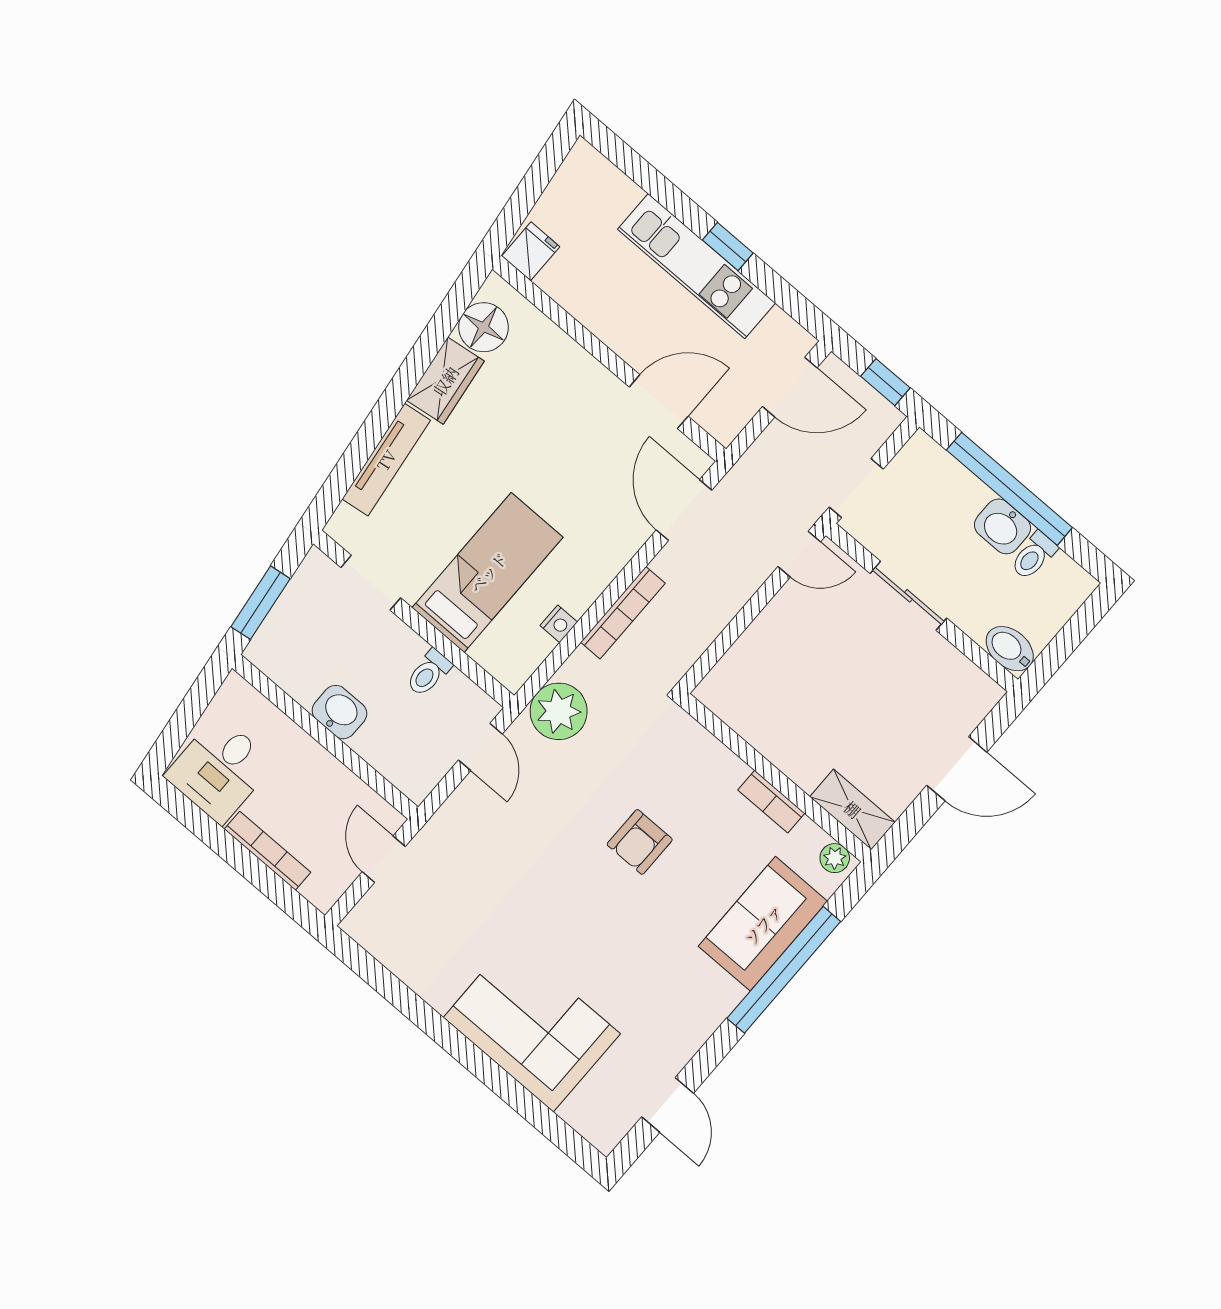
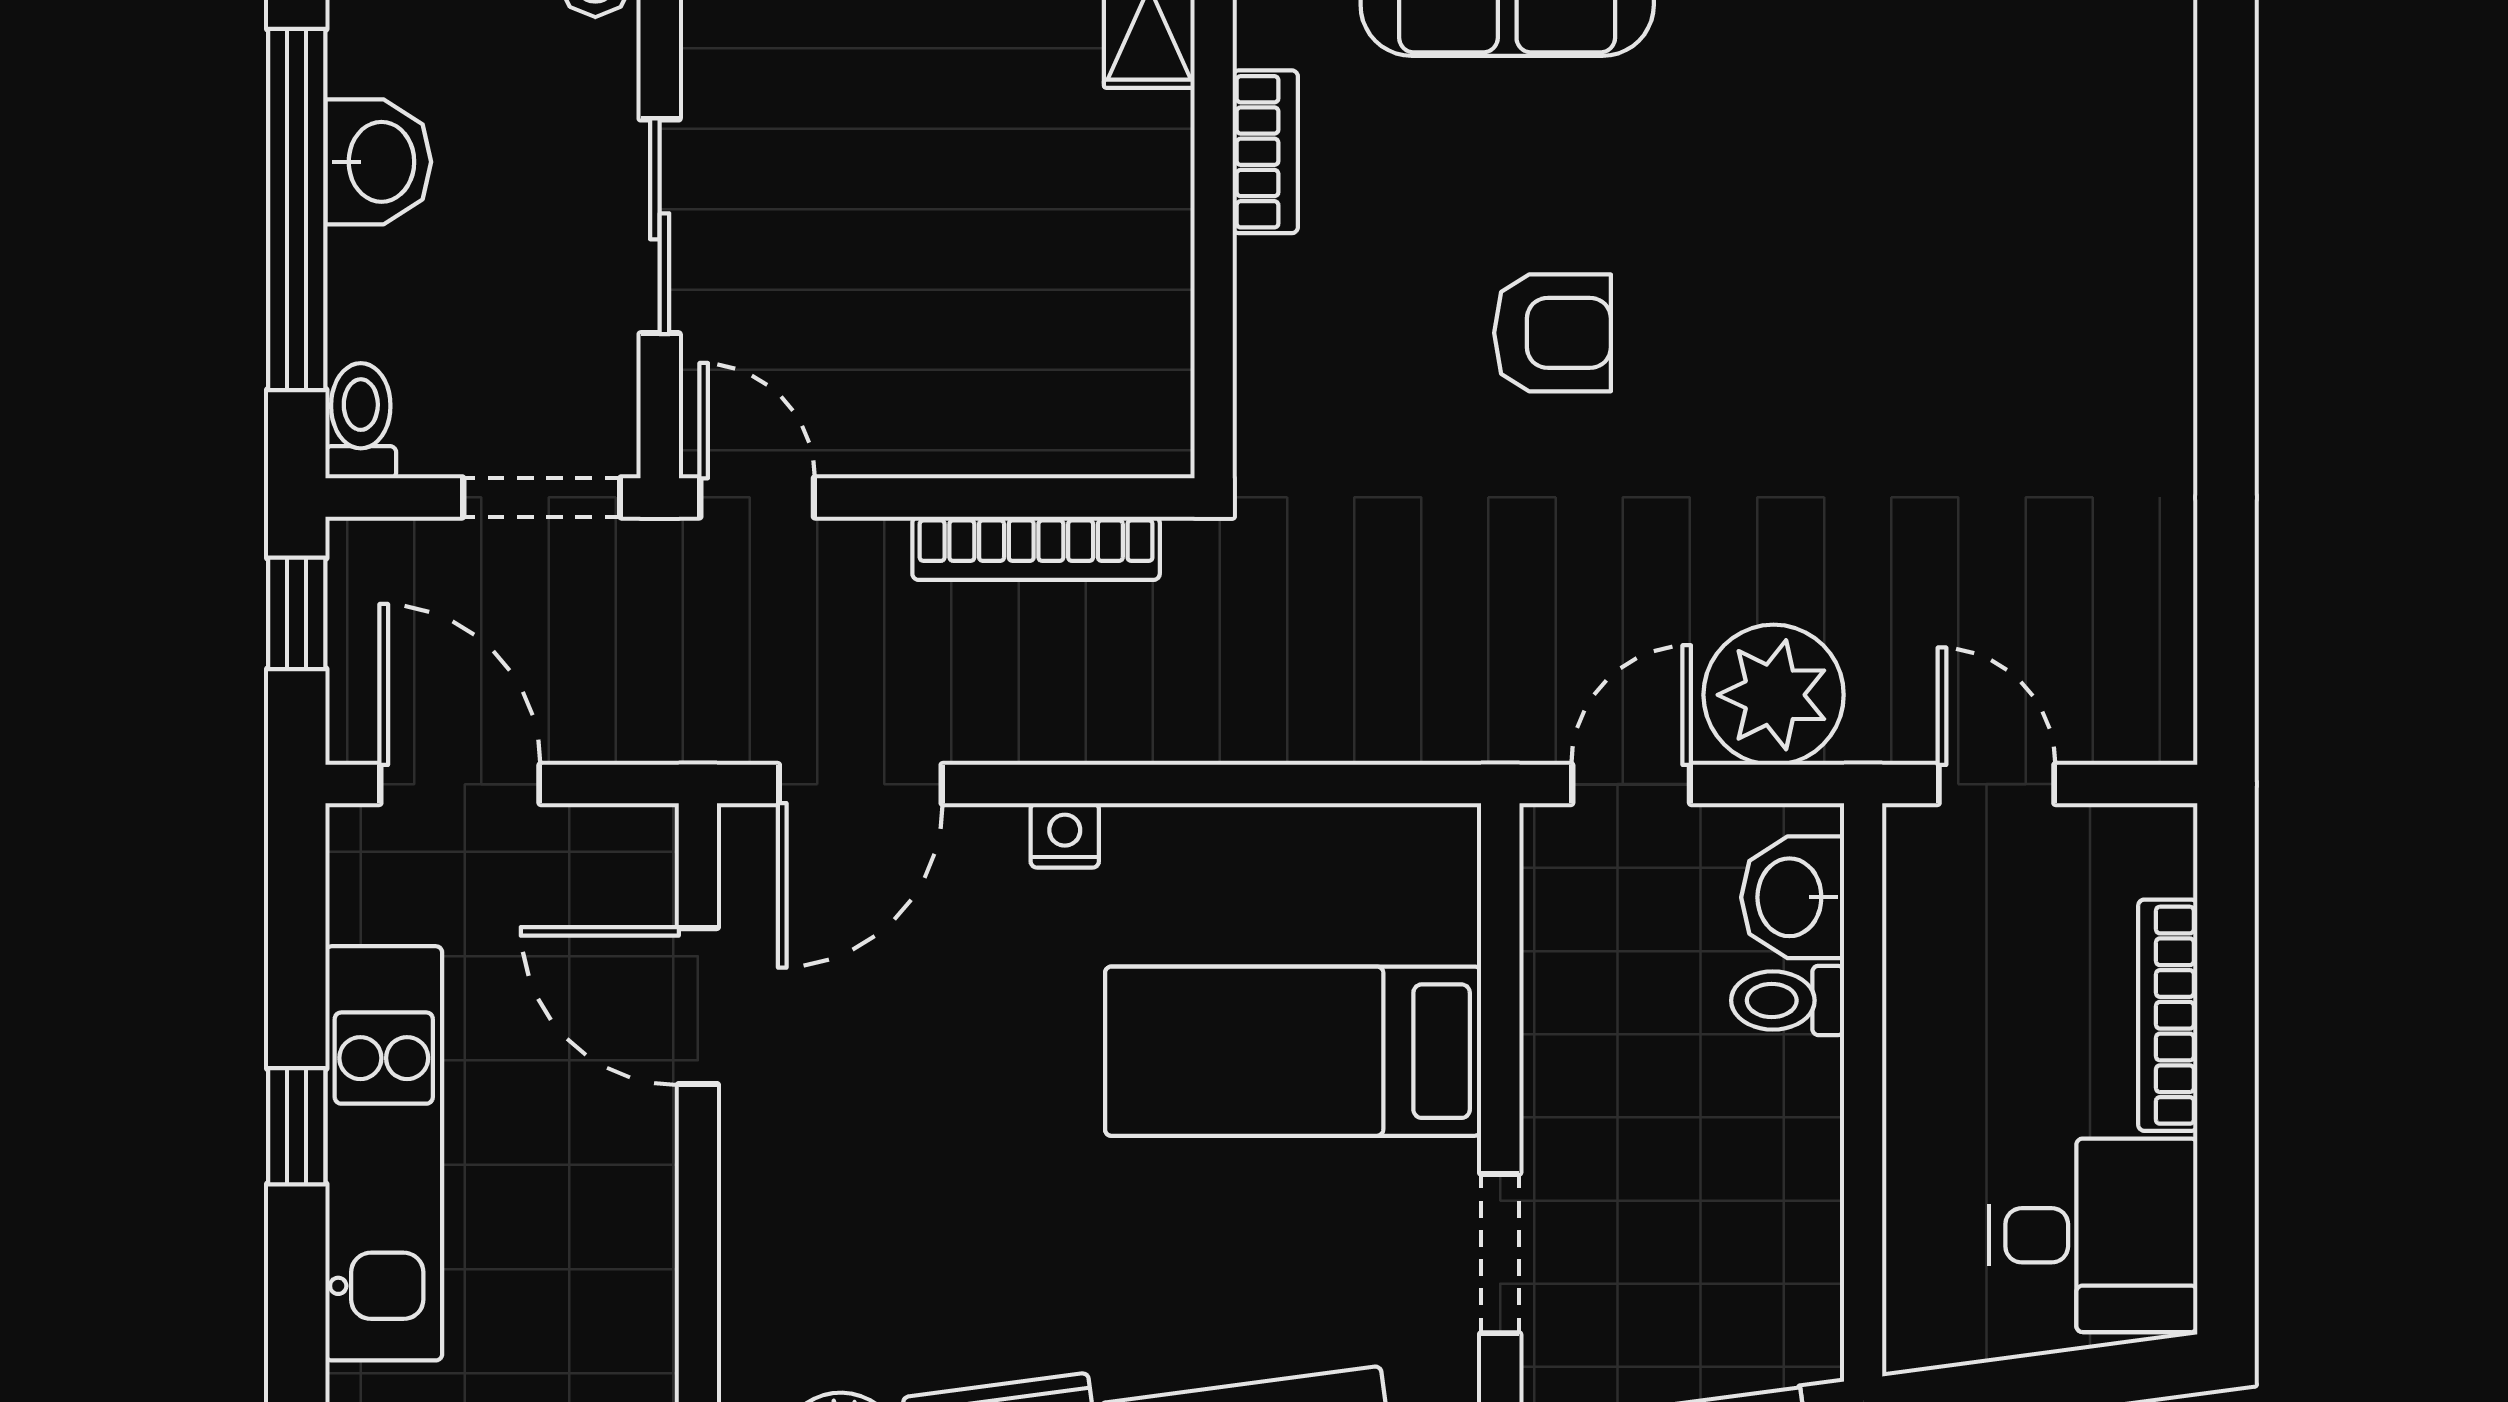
toilet: (1034, 556) -> (361, 421), moved, turned -90
bookcase: (623, 613) -> (1036, 548), moved, turned 180
nightstand: (559, 624) -> (1065, 835), moved
toilet: (429, 673) -> (1788, 1000), moved, turned 180
plant: (559, 711) -> (1774, 695), moved
washbasin: (339, 712) -> (1793, 897), moved
door: (384, 859) -> (1997, 784), swing flipped
corner sofa: (532, 1026) -> (2070, 239), removed

